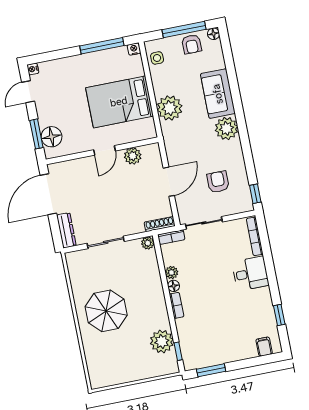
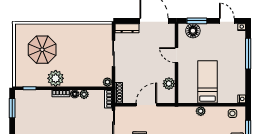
window: (102, 46) -> (248, 54), moved
bed: (119, 102) -> (207, 82), width x0.67
plant: (170, 108) -> (201, 111), width x0.53, depth x0.53
door: (104, 150) -> (176, 55), moved
door: (169, 182) -> (146, 105), swing flipped
parasol: (106, 311) -> (42, 50), moved
plant: (162, 342) -> (56, 78), moved

